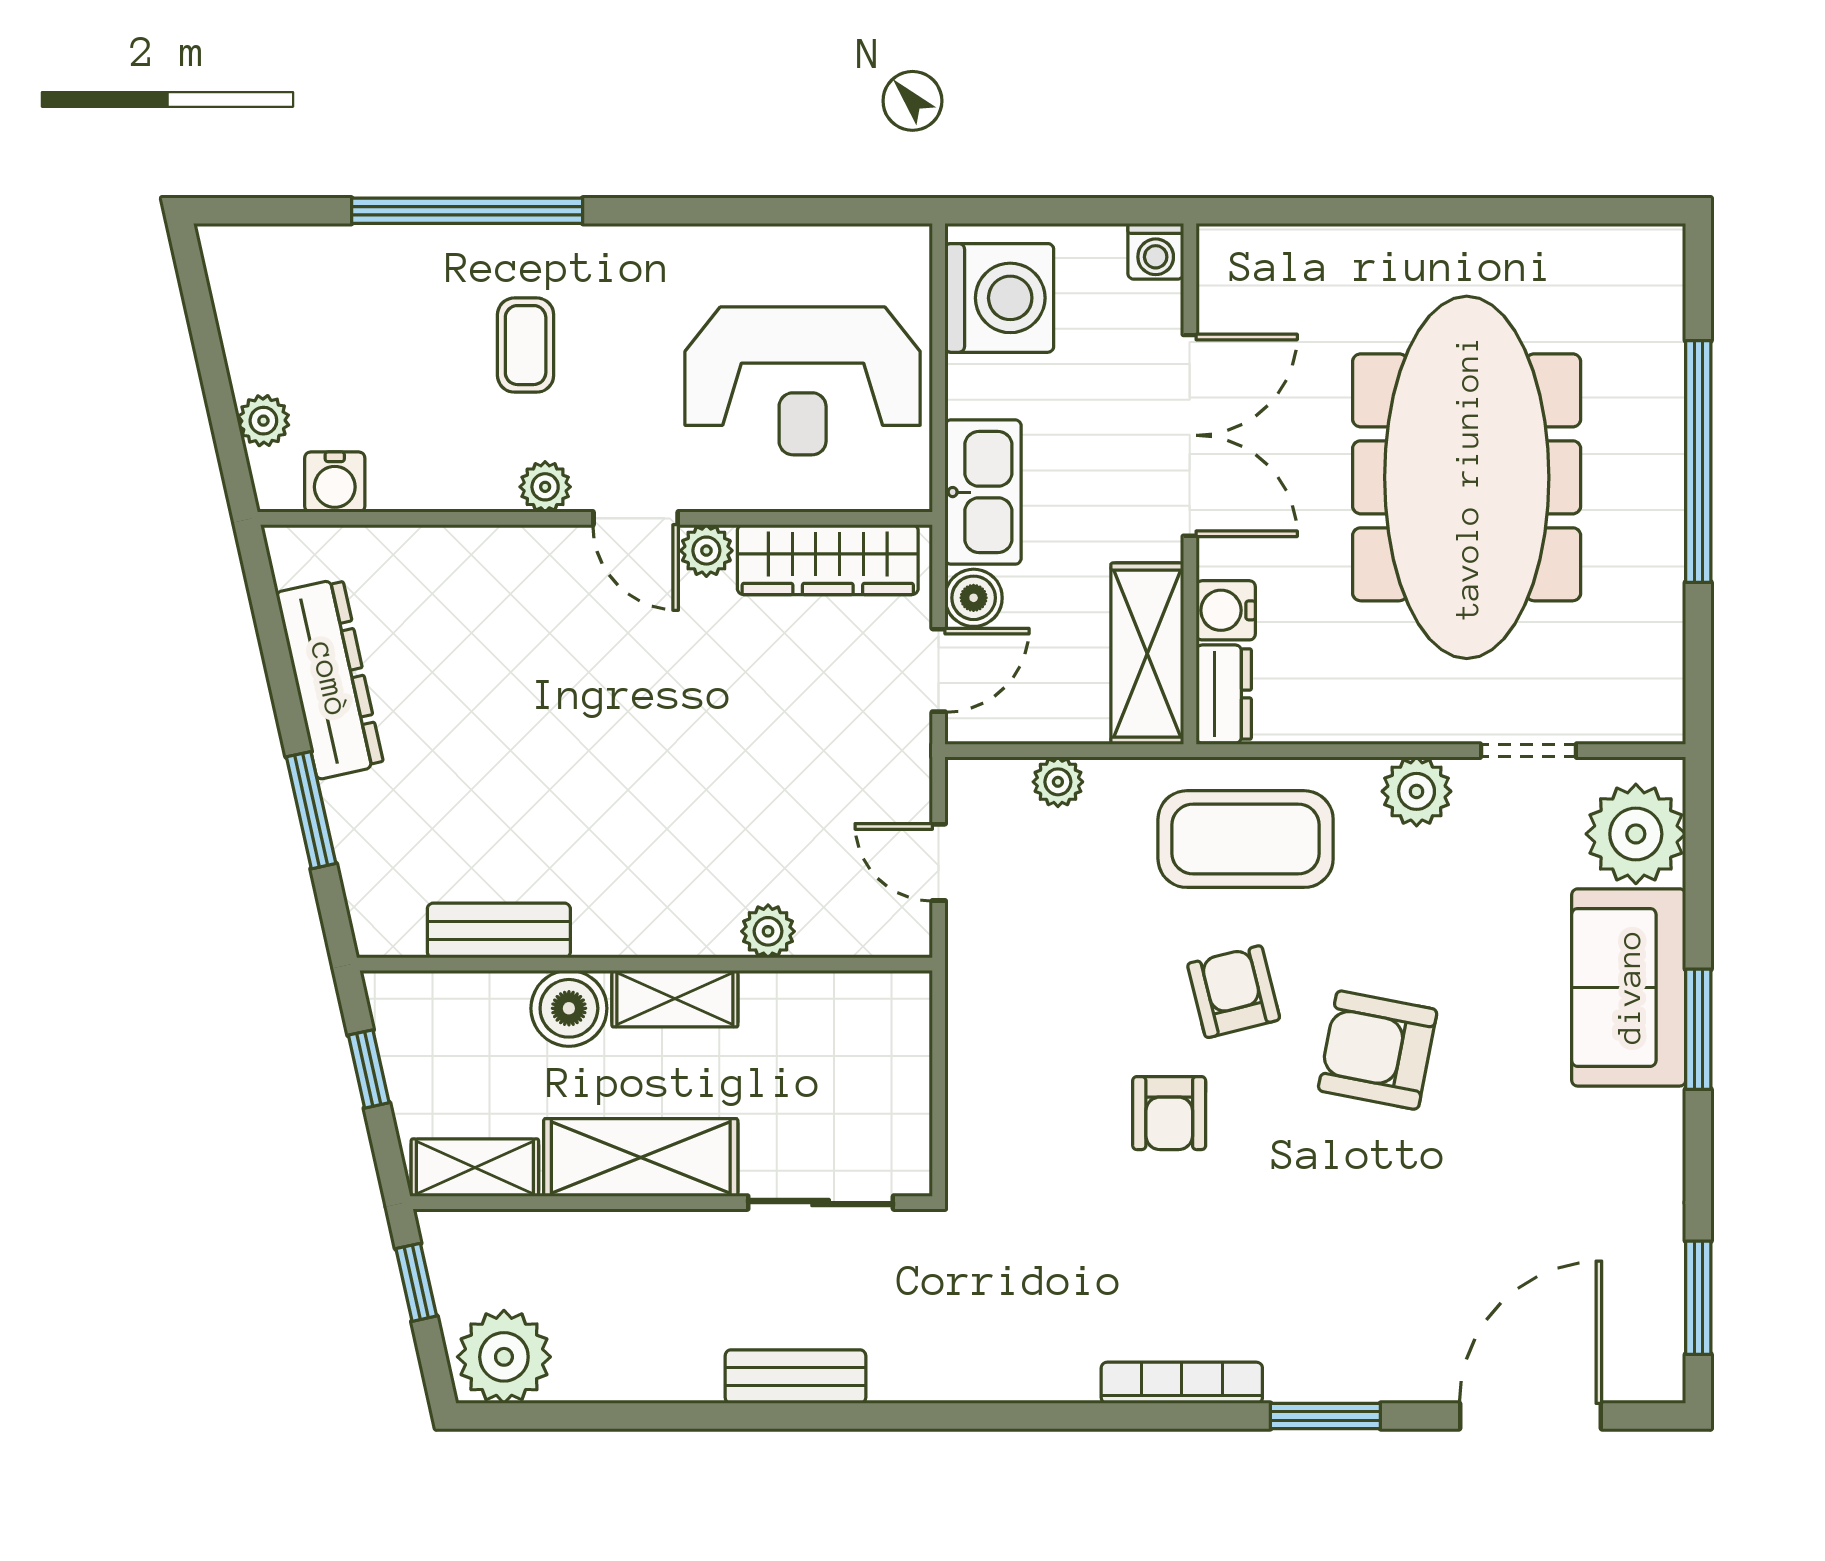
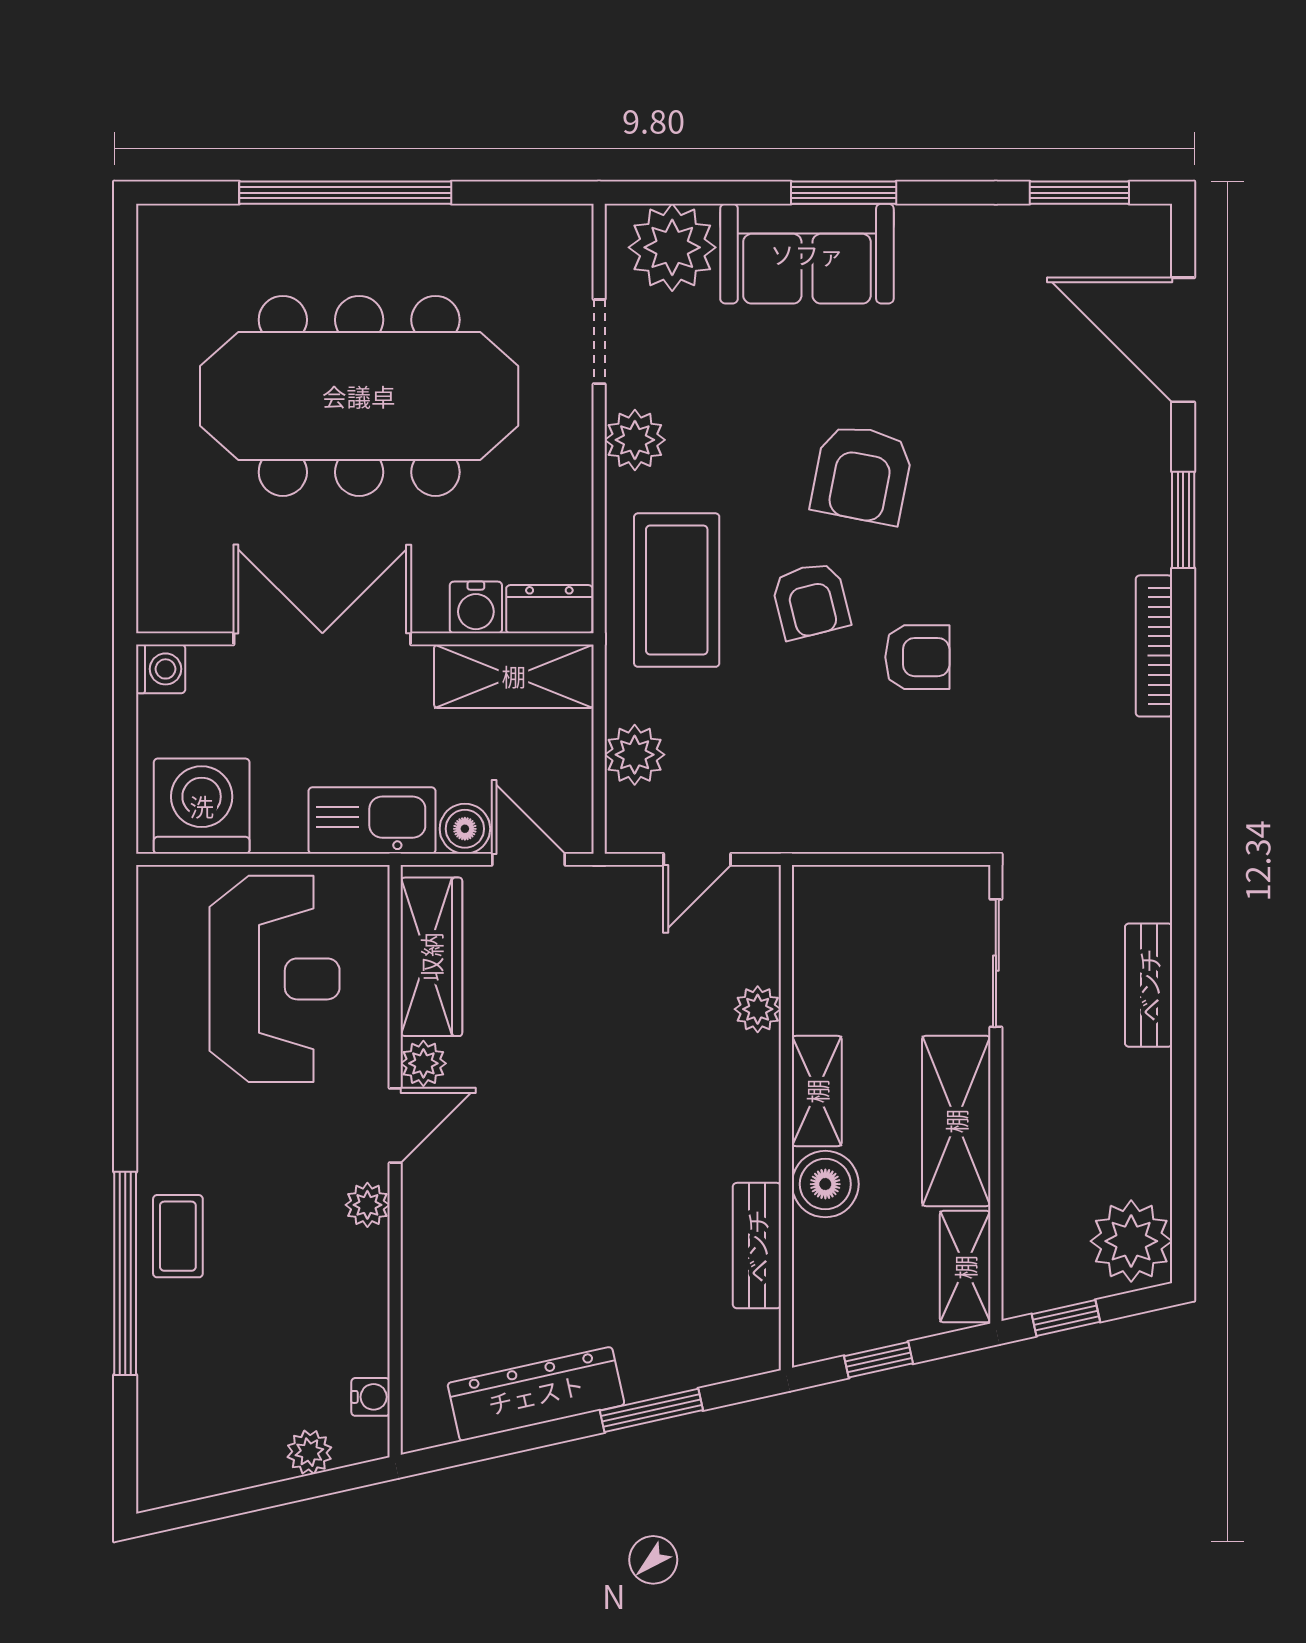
coffee table: (526, 345) -> (178, 1236), moved, turned 90
water cooler: (335, 482) -> (371, 1397), width x0.72, depth x0.72
plant: (1058, 782) -> (635, 755), width x1.38, depth x1.38
armchair: (1234, 992) -> (811, 601), turned -90

